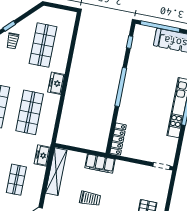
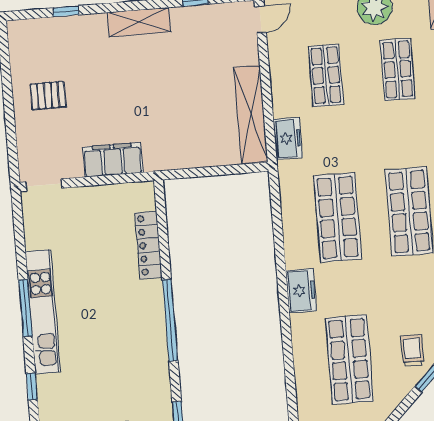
locker: (118, 139) -> (148, 245), moved
filing cabinet: (100, 164) -> (113, 160), moved
trolley: (90, 199) -> (168, 80), removed

